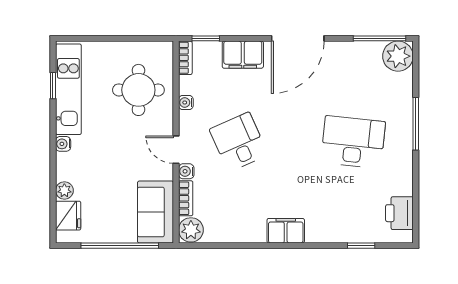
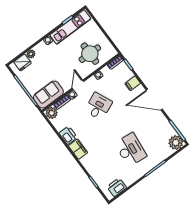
filing cabinet: (243, 55) -> (133, 83), width x0.50
printer: (250, 230) -> (68, 135), added

